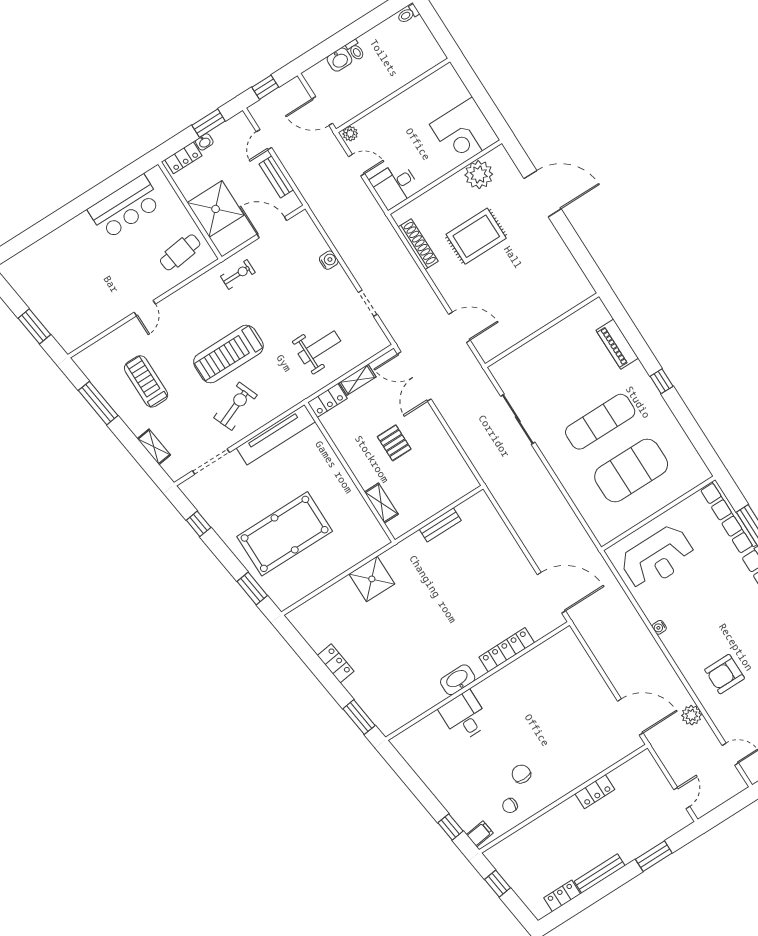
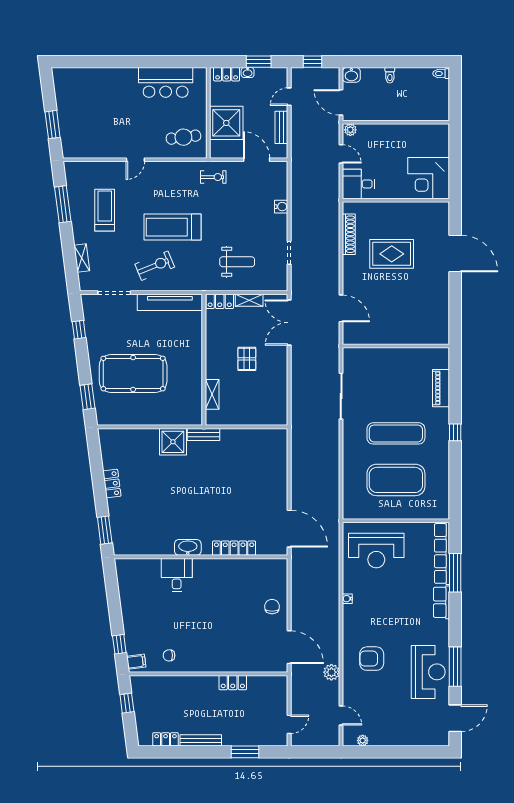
washbasin: (339, 60) -> (351, 75), moved
plant: (479, 175) -> (420, 213), removed
bench: (440, 525) -> (204, 435), moved
chair: (521, 774) -> (272, 607), moved

